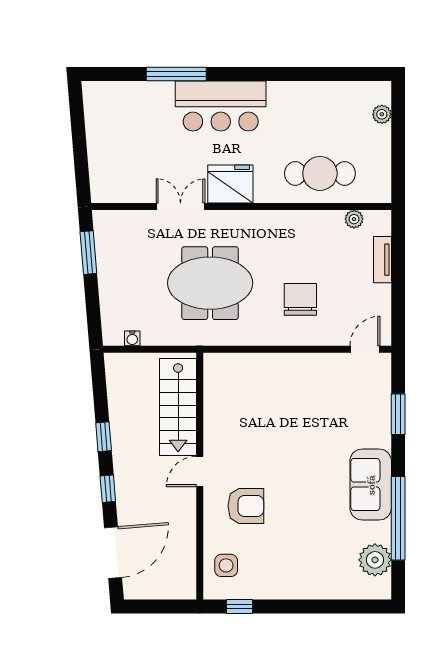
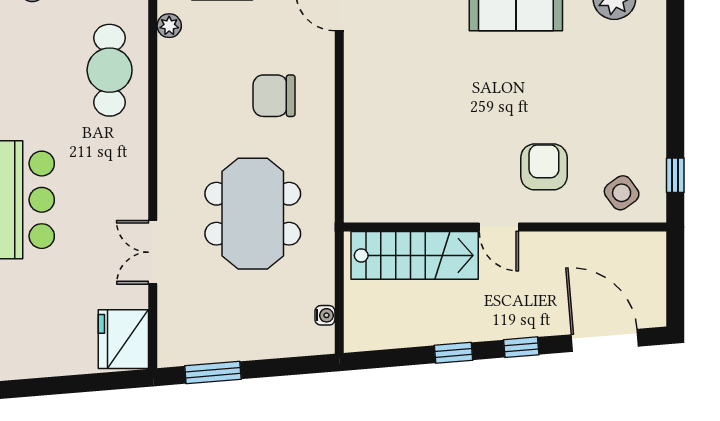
fridge: (230, 184) -> (123, 339), moved
side table: (226, 565) -> (622, 193), turned -36

